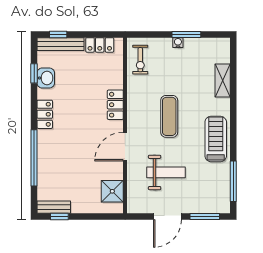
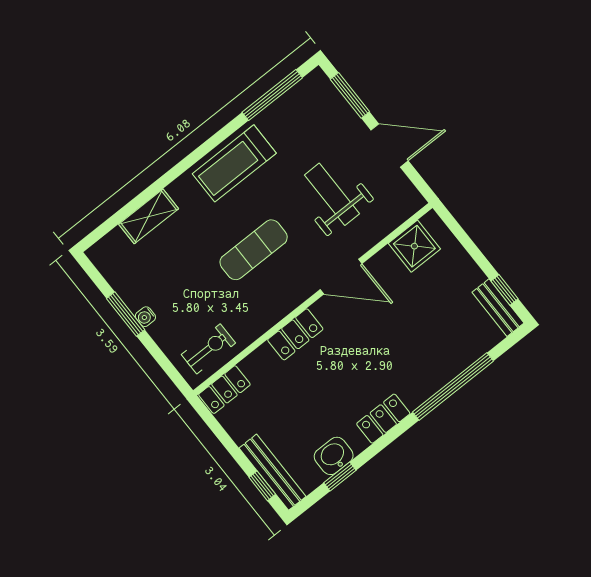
locker: (100, 45) -> (224, 390), moved, turned 90

